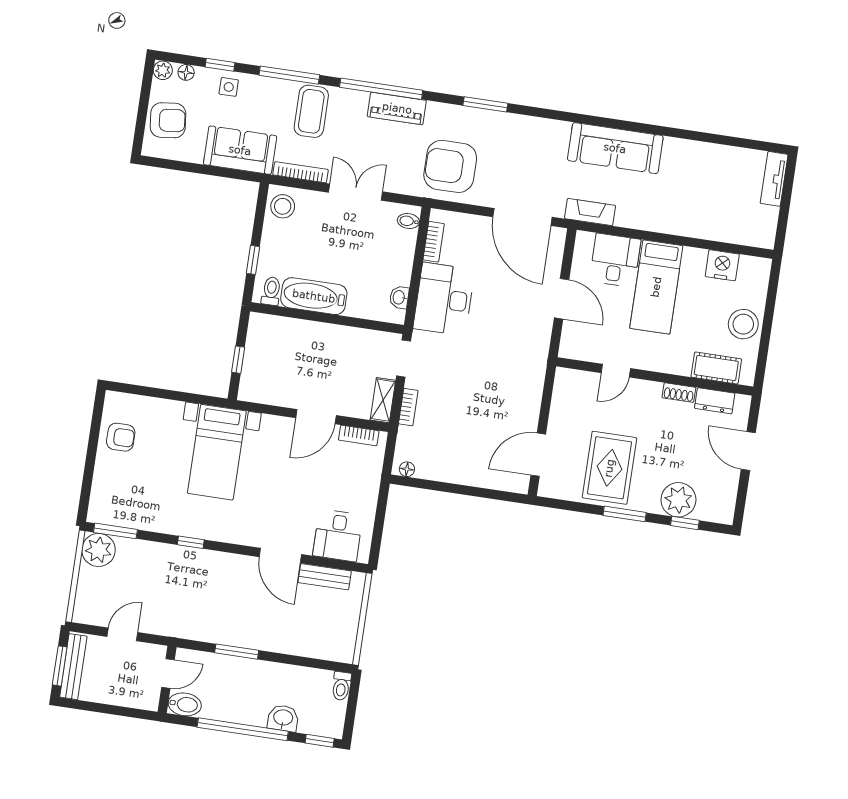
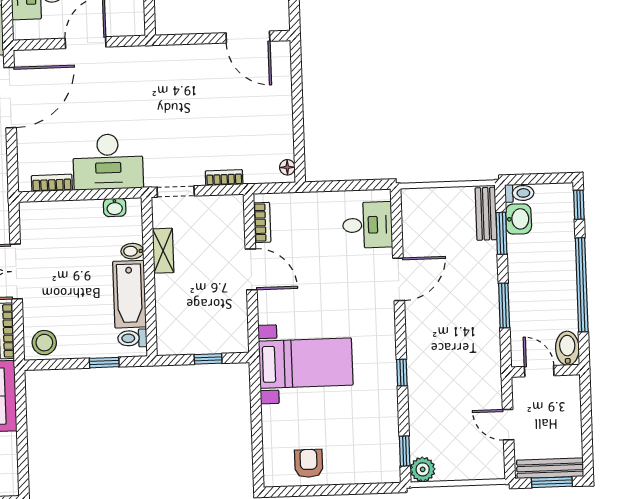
bidet: (408, 221) -> (132, 251), moved, turned 90
shelving: (383, 400) -> (163, 251), moved, turned 90
window: (115, 531) -> (405, 451), width x0.67
plant: (98, 550) -> (423, 469), width x0.73, depth x0.73
bench: (325, 577) -> (486, 214), moved
window: (306, 662) -> (502, 233), added
washbasin: (283, 718) -> (519, 219), moved, turned 180

